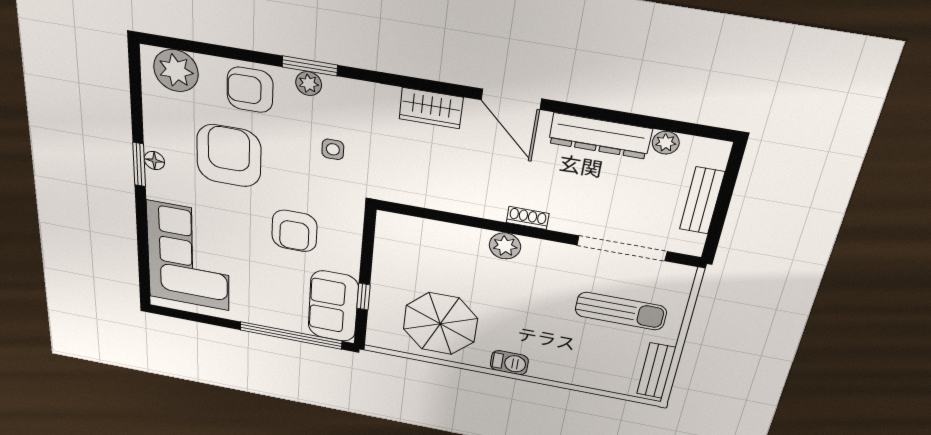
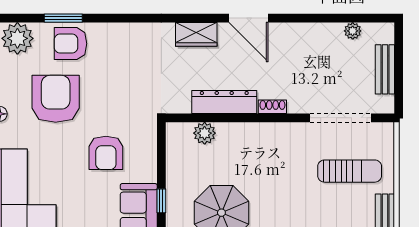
window: (310, 66) -> (63, 18), moved
plant: (309, 84) -> (112, 31), removed
dresser: (600, 136) -> (224, 102), moved, turned 180
side table: (333, 149) -> (131, 79), removed
plant: (505, 246) -> (205, 133), moved

